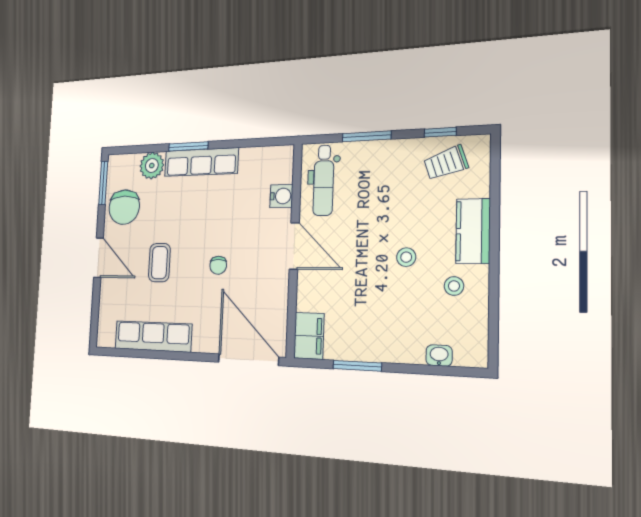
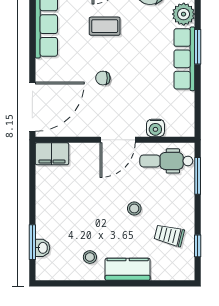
window: (367, 136) -> (198, 176), moved
trolley: (446, 163) -> (169, 235), moved, turned -57
stool: (406, 257) -> (134, 208), moved
window: (357, 366) -> (32, 242), moved

